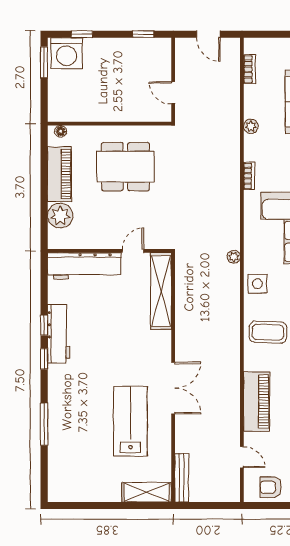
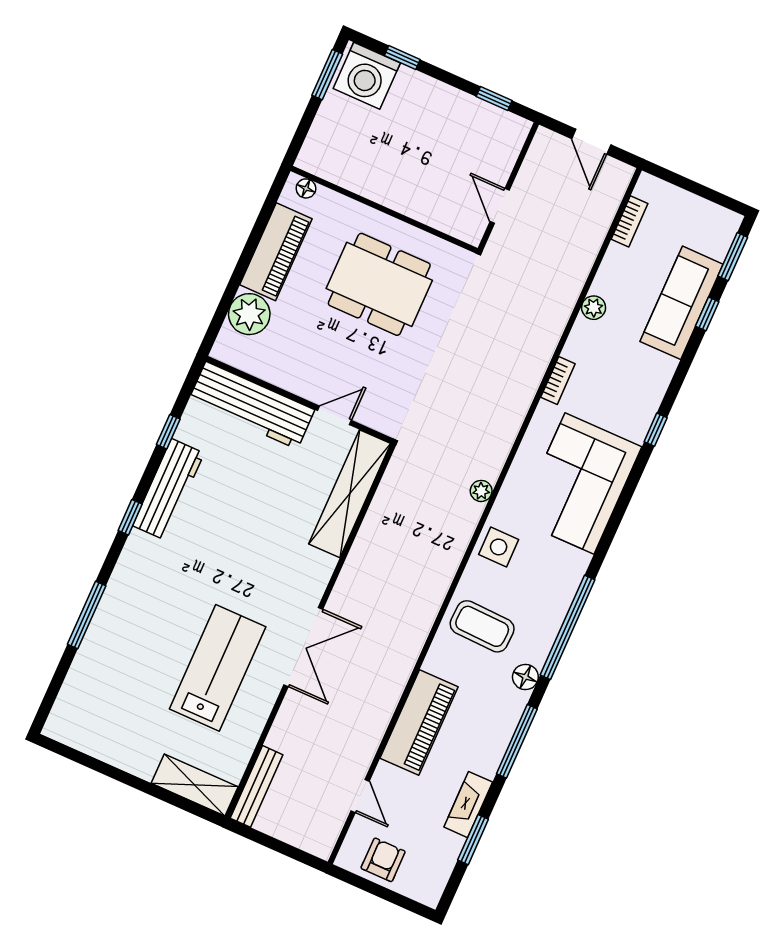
window: (44, 325) -> (168, 432), moved
armchair: (271, 487) -> (383, 860), turned 90

